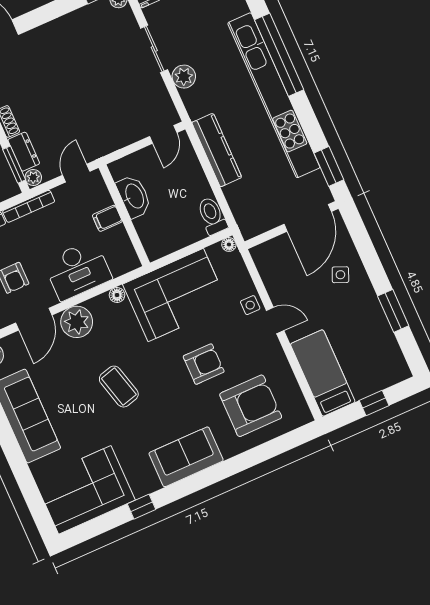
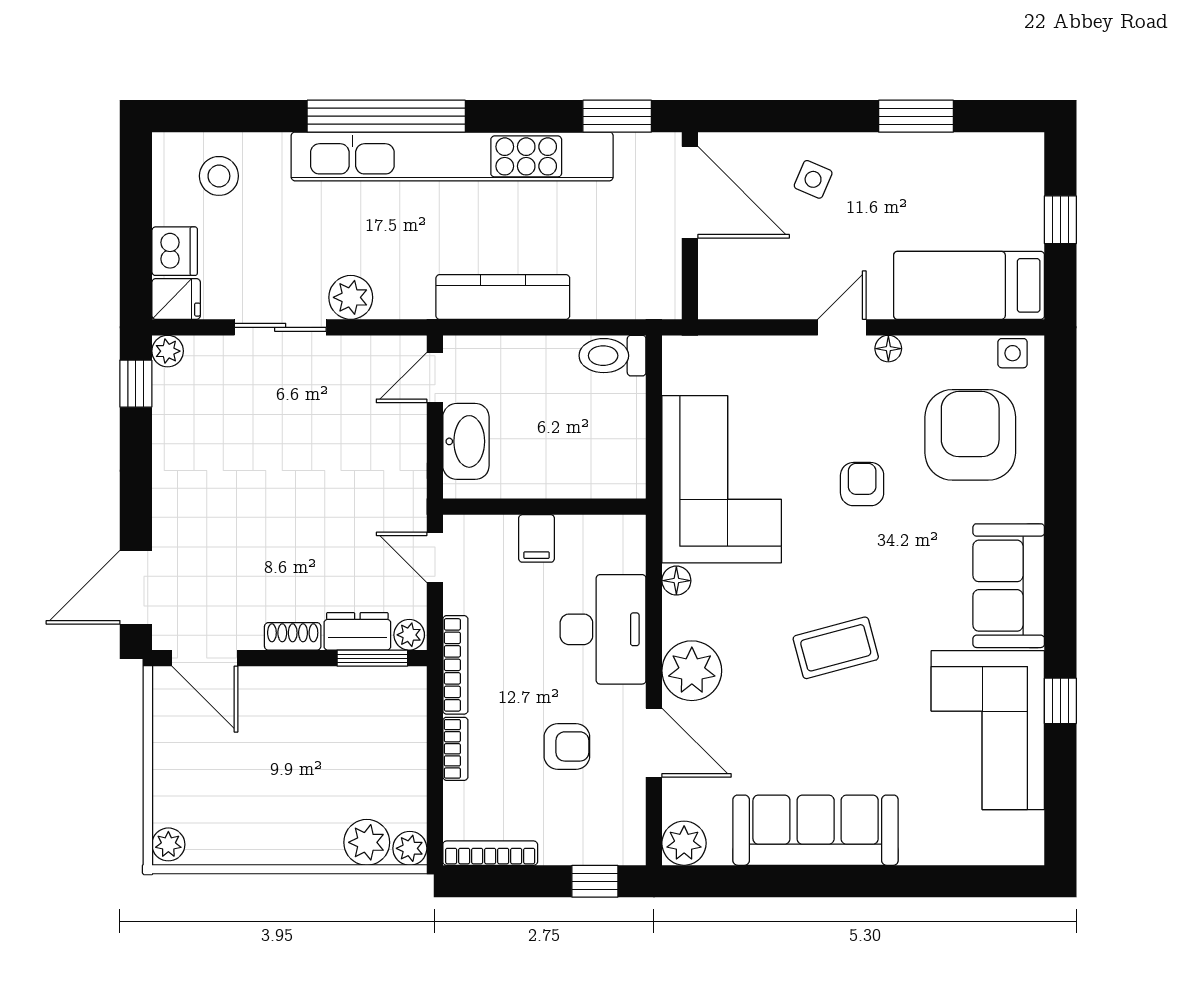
door: (163, 134) -> (435, 377), swing flipped
washbasin: (134, 196) -> (466, 441), moved, turned 90
floor lamp: (229, 244) -> (888, 349), moved
side table: (250, 305) -> (1013, 353), moved
armchair: (204, 364) -> (862, 484), width x0.72, depth x0.72
corner sofa: (85, 490) -> (988, 730), moved

